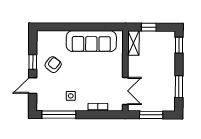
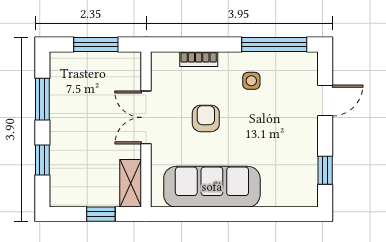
window: (179, 45) -> (42, 160), moved
window: (33, 62) -> (325, 170), moved
armchair: (53, 65) -> (206, 118), moved, turned 143
double door: (125, 91) -> (146, 117), moved

